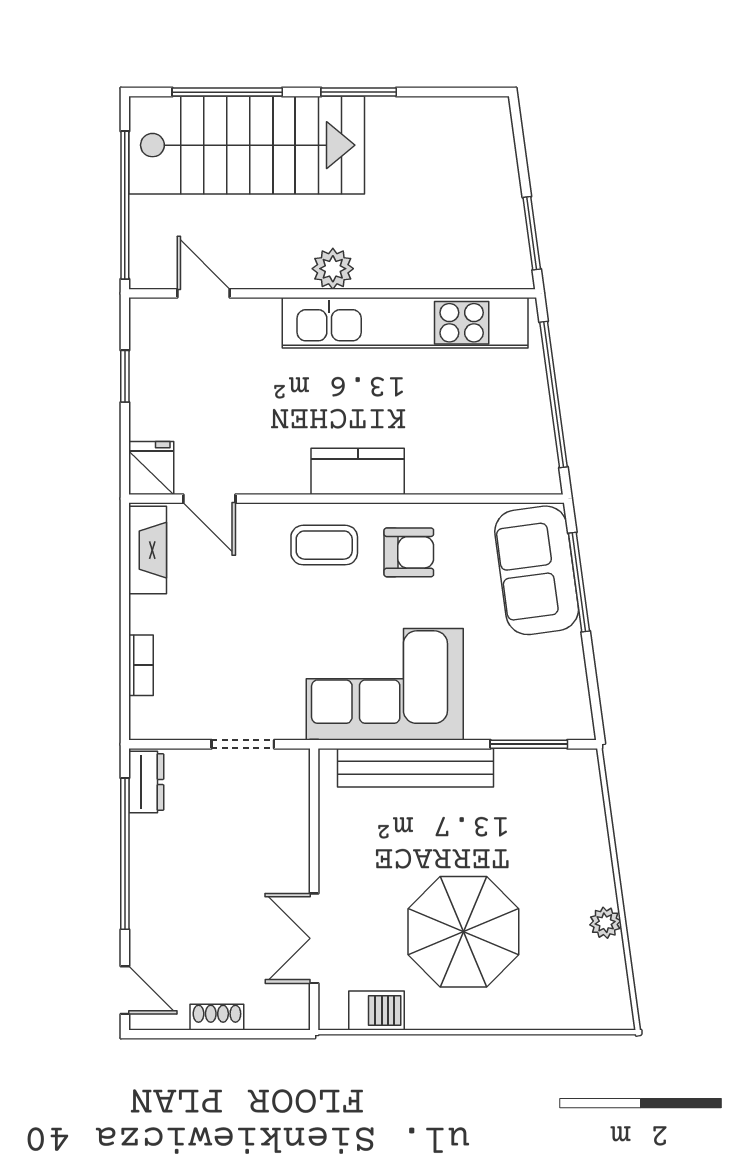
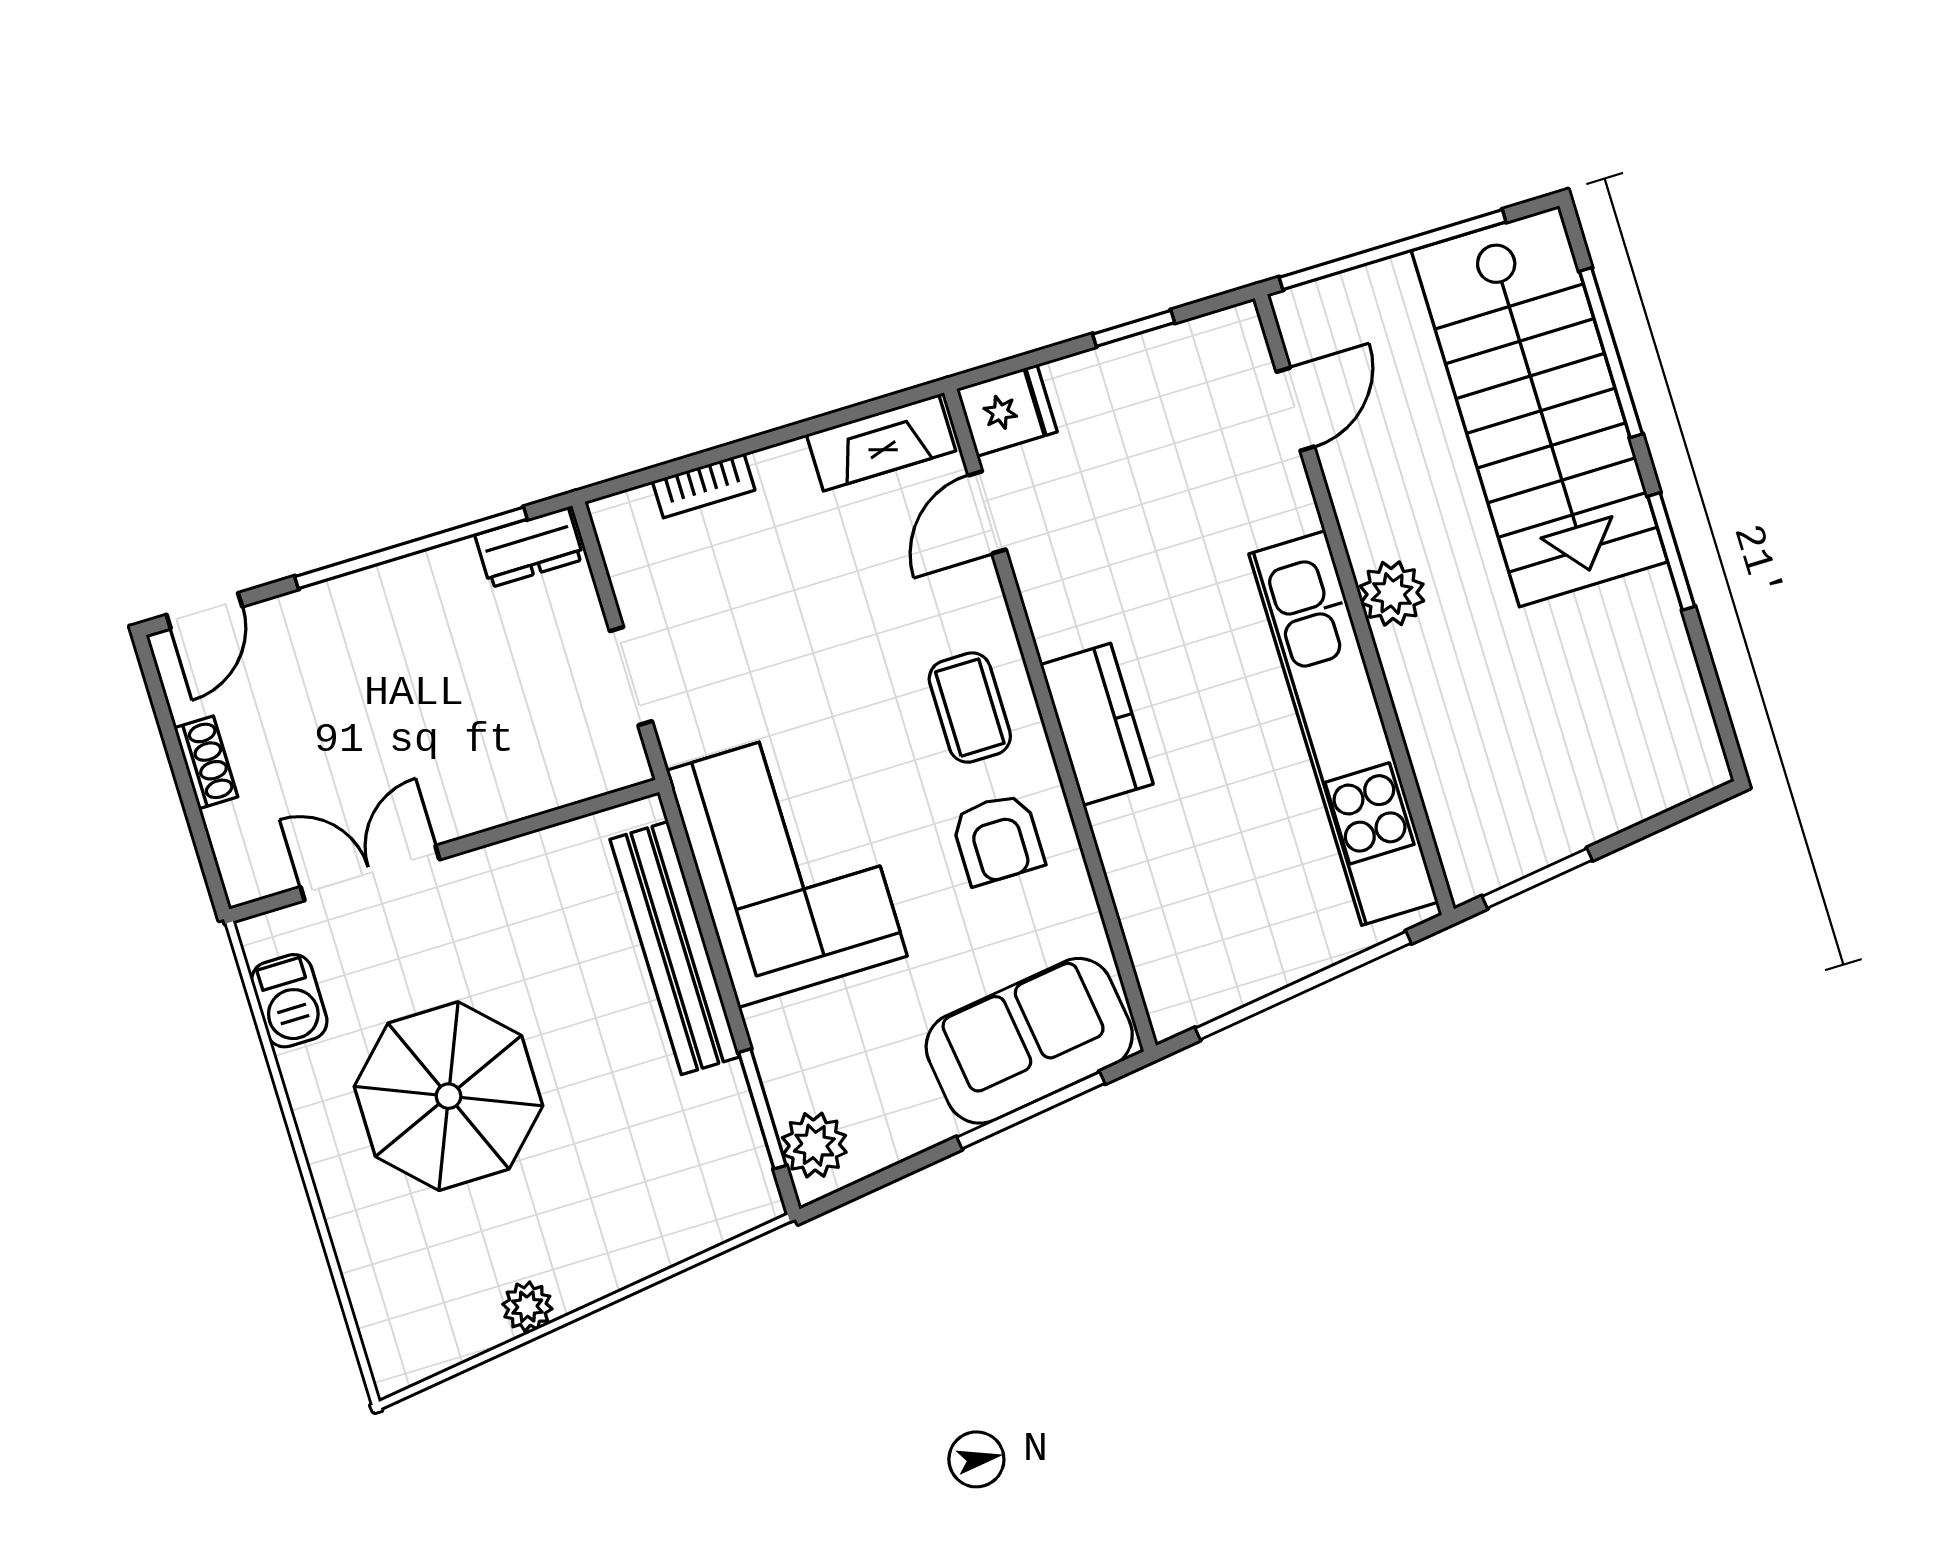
plant: (560, 719) -> (814, 1145), added

